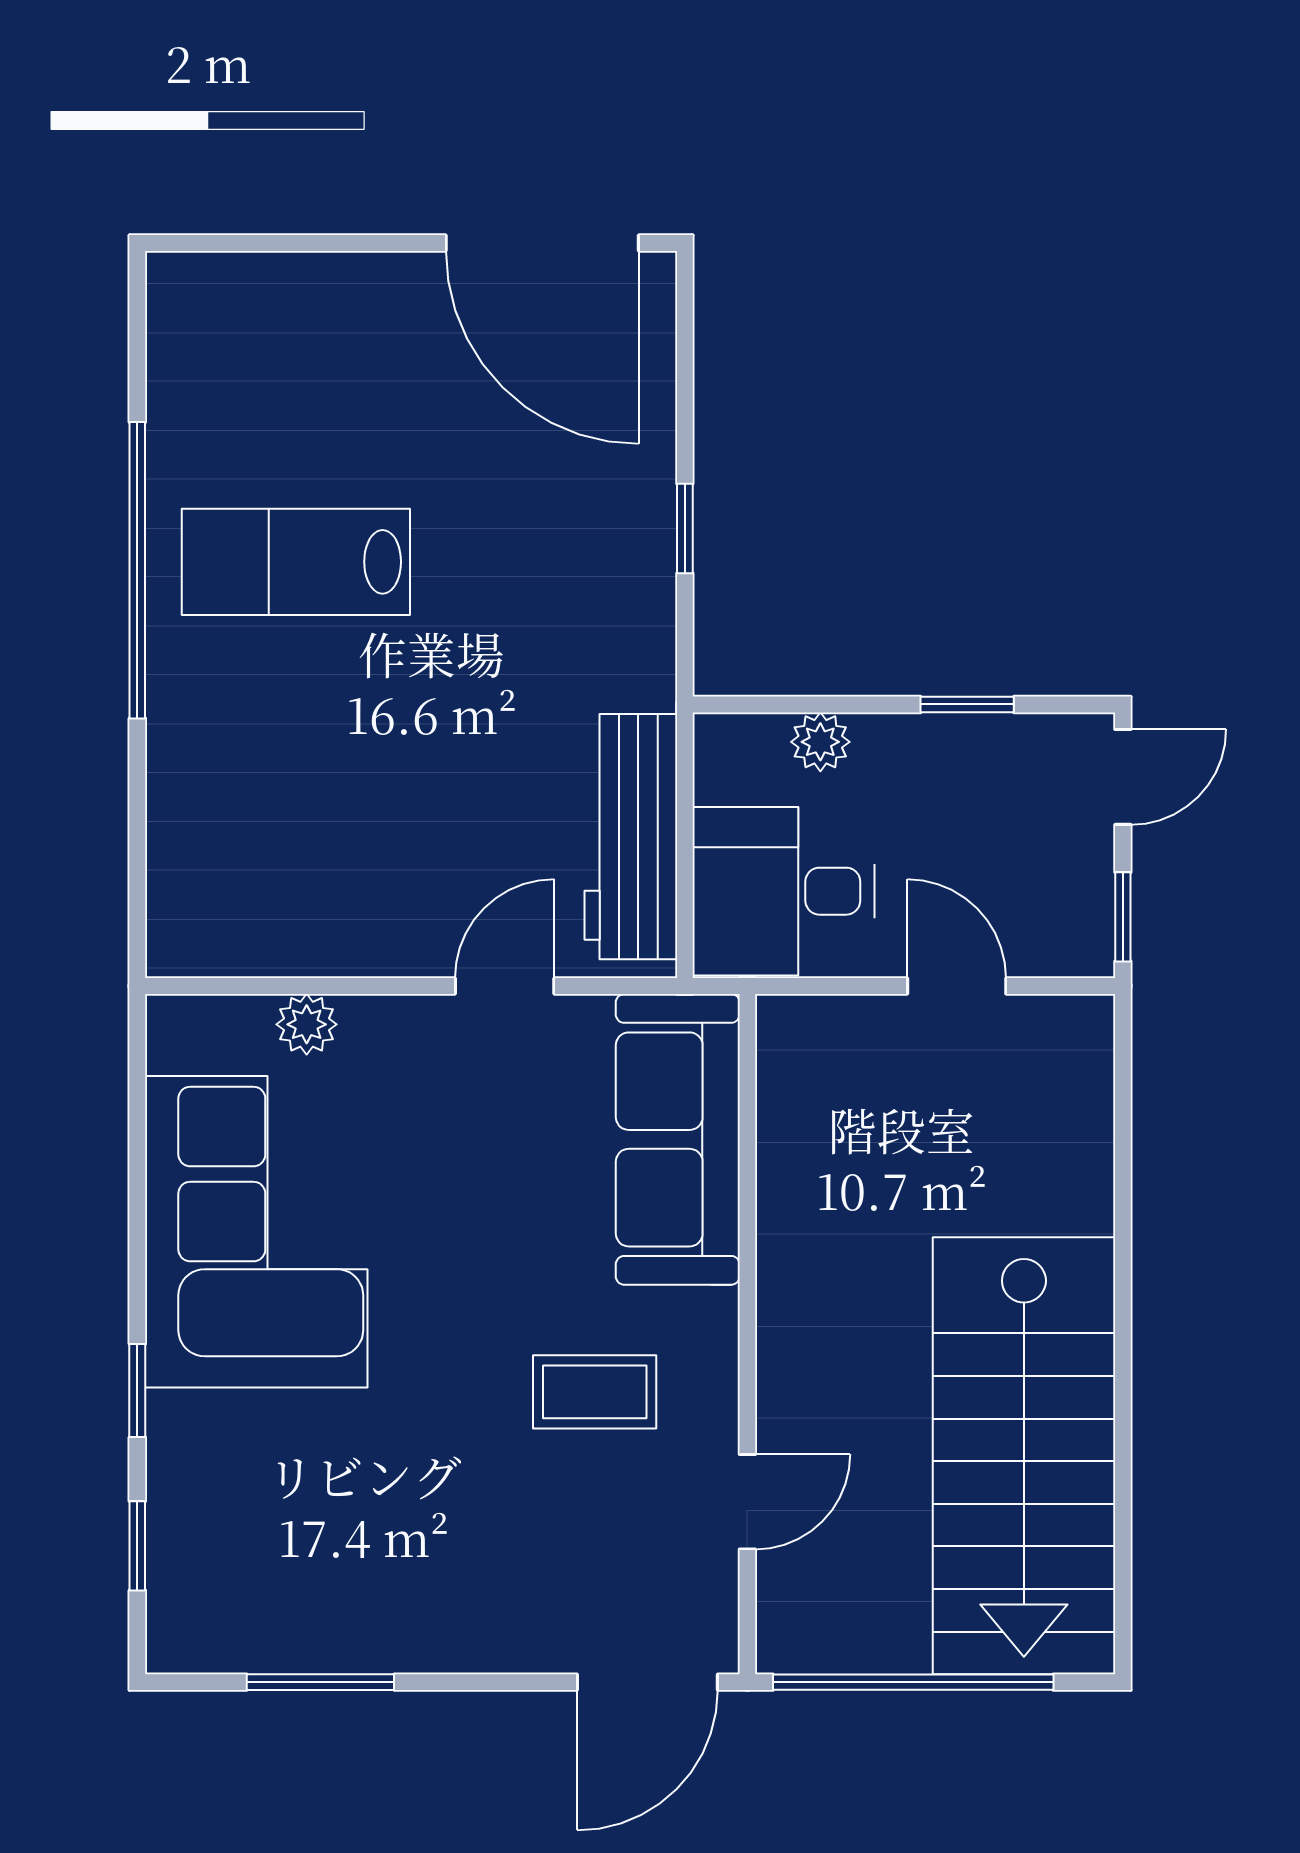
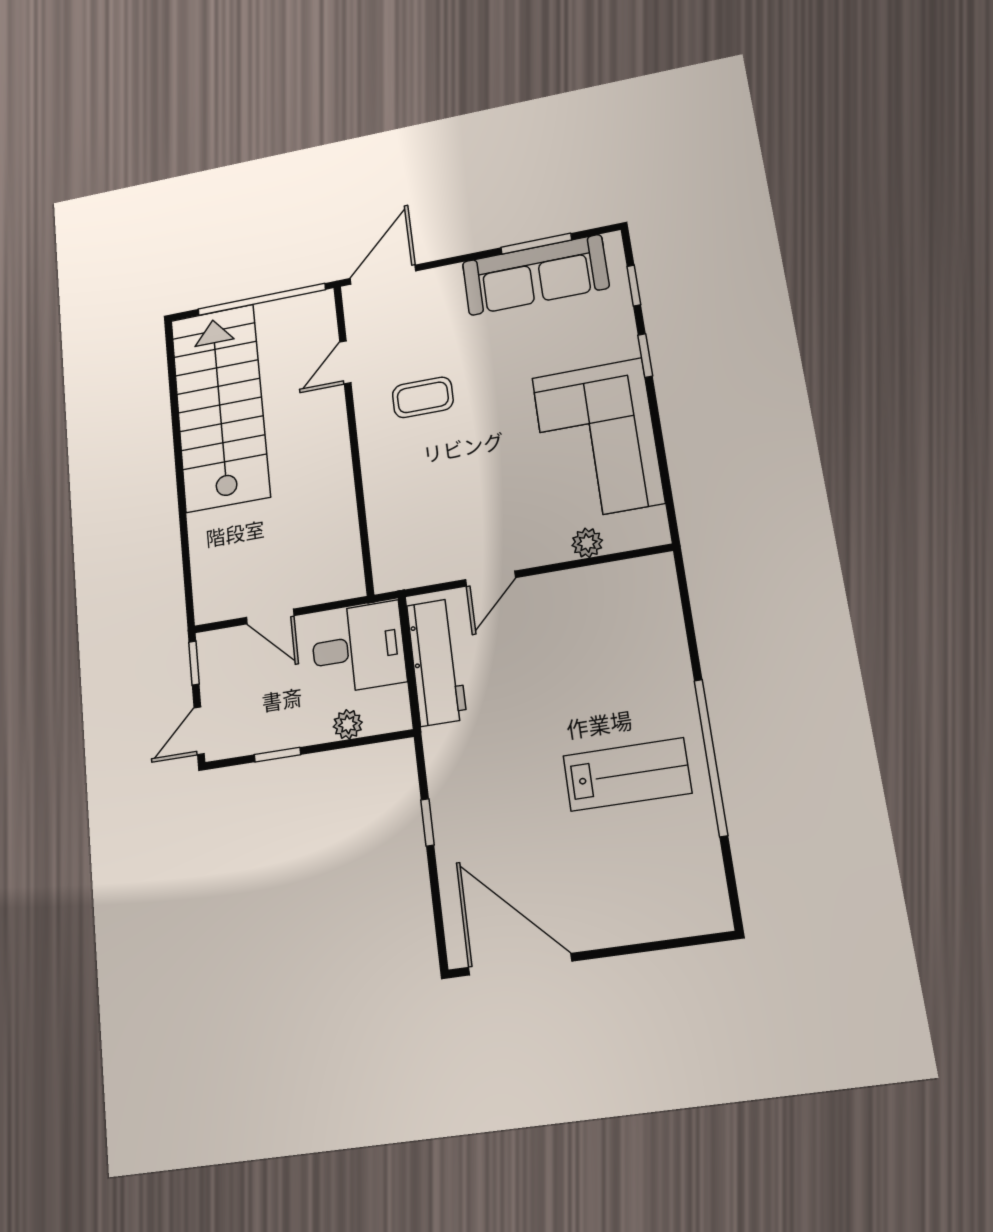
sofa: (678, 1139) -> (535, 275), moved, turned 90

